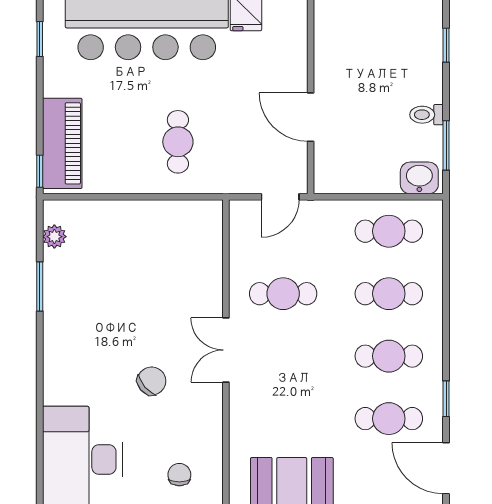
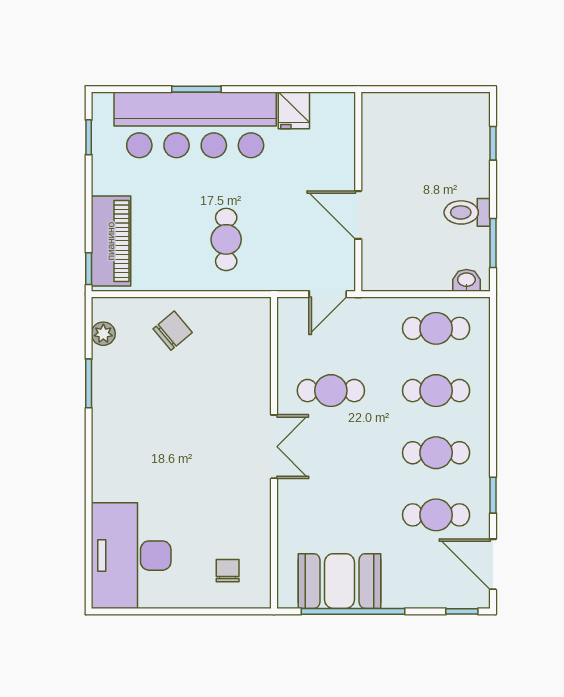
toilet: (427, 115) -> (467, 212), width x1.37, depth x1.39
washbasin: (419, 178) -> (466, 280), width x0.72, depth x0.69
double door: (226, 350) -> (274, 447), swing flipped
chair: (152, 381) -> (173, 331), moved

